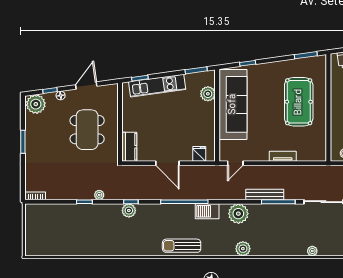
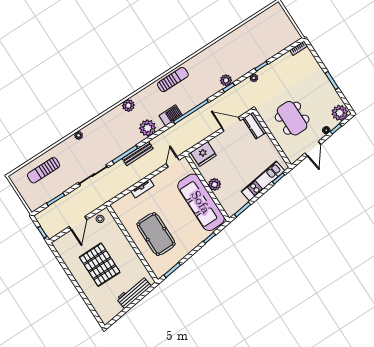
plant: (208, 94) -> (215, 184), moved
fridge: (199, 154) -> (203, 154), width x1.88, depth x1.34
door: (167, 163) -> (231, 124), moved

